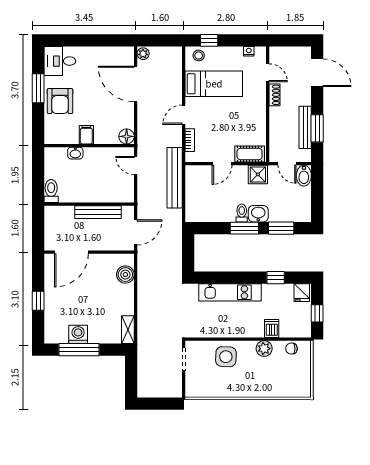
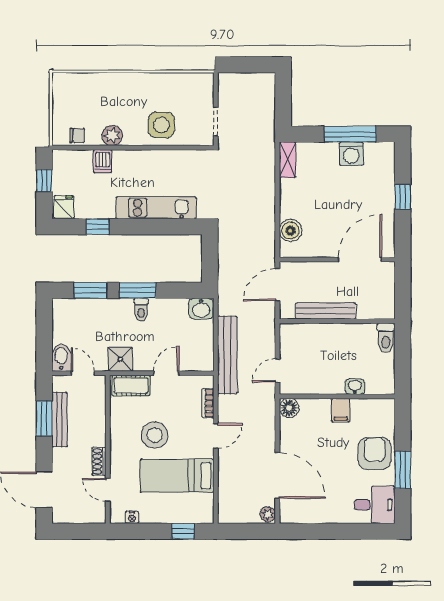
stool: (199, 55) -> (155, 435), moved, width x1.89, depth x1.89
door: (136, 165) -> (277, 371), swing flipped
washbasin: (258, 214) -> (201, 309), moved

